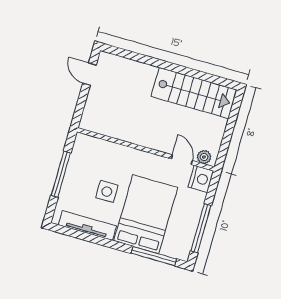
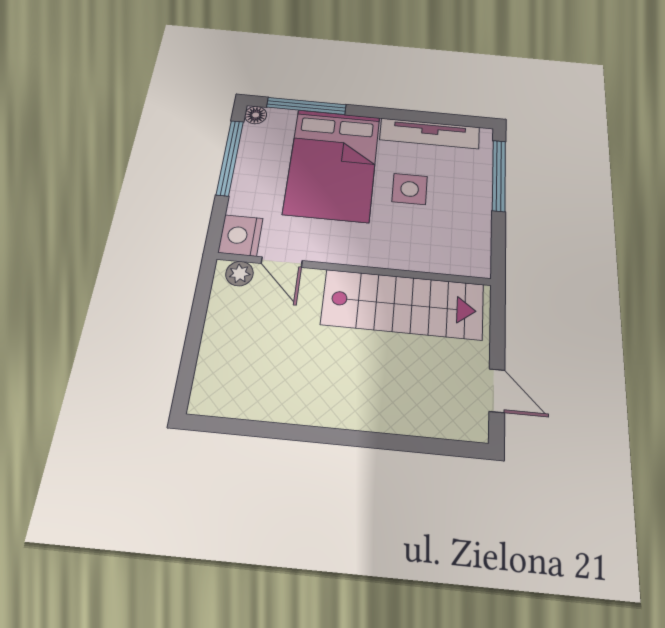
stairs: (194, 93) -> (403, 304), moved, turned 180
window: (61, 174) -> (499, 175), moved
floor lamp: (183, 255) -> (256, 115), added

